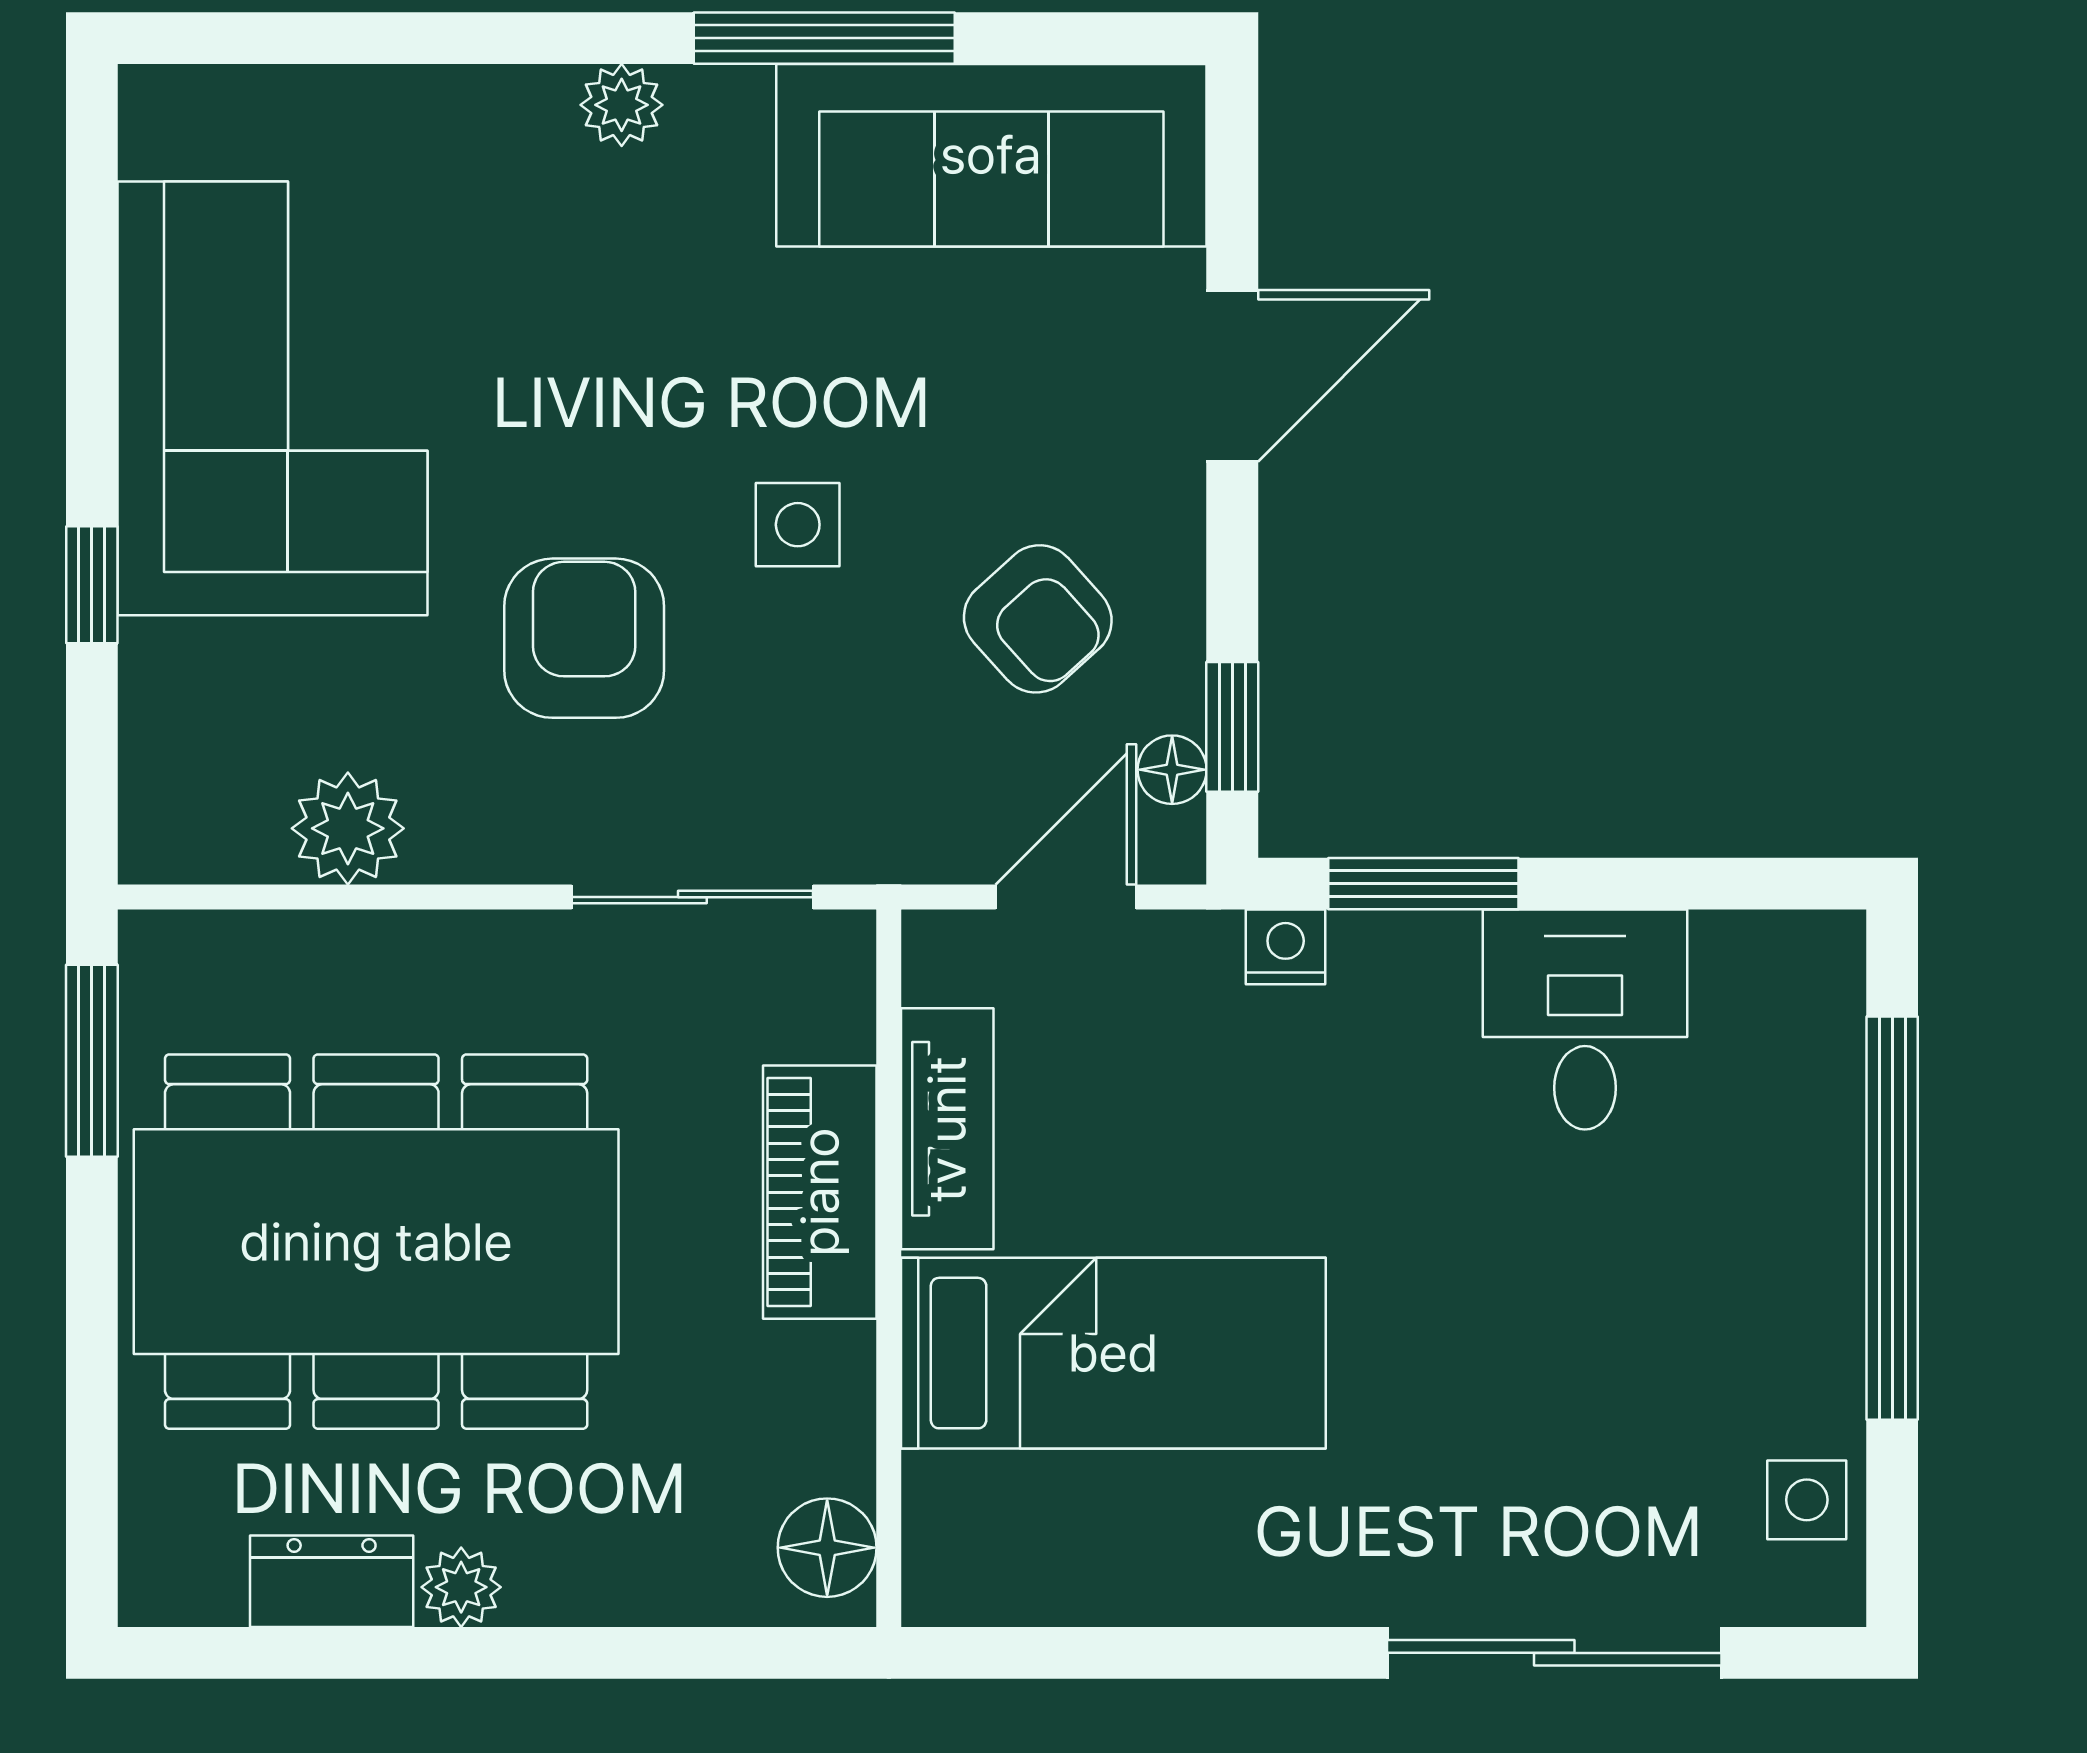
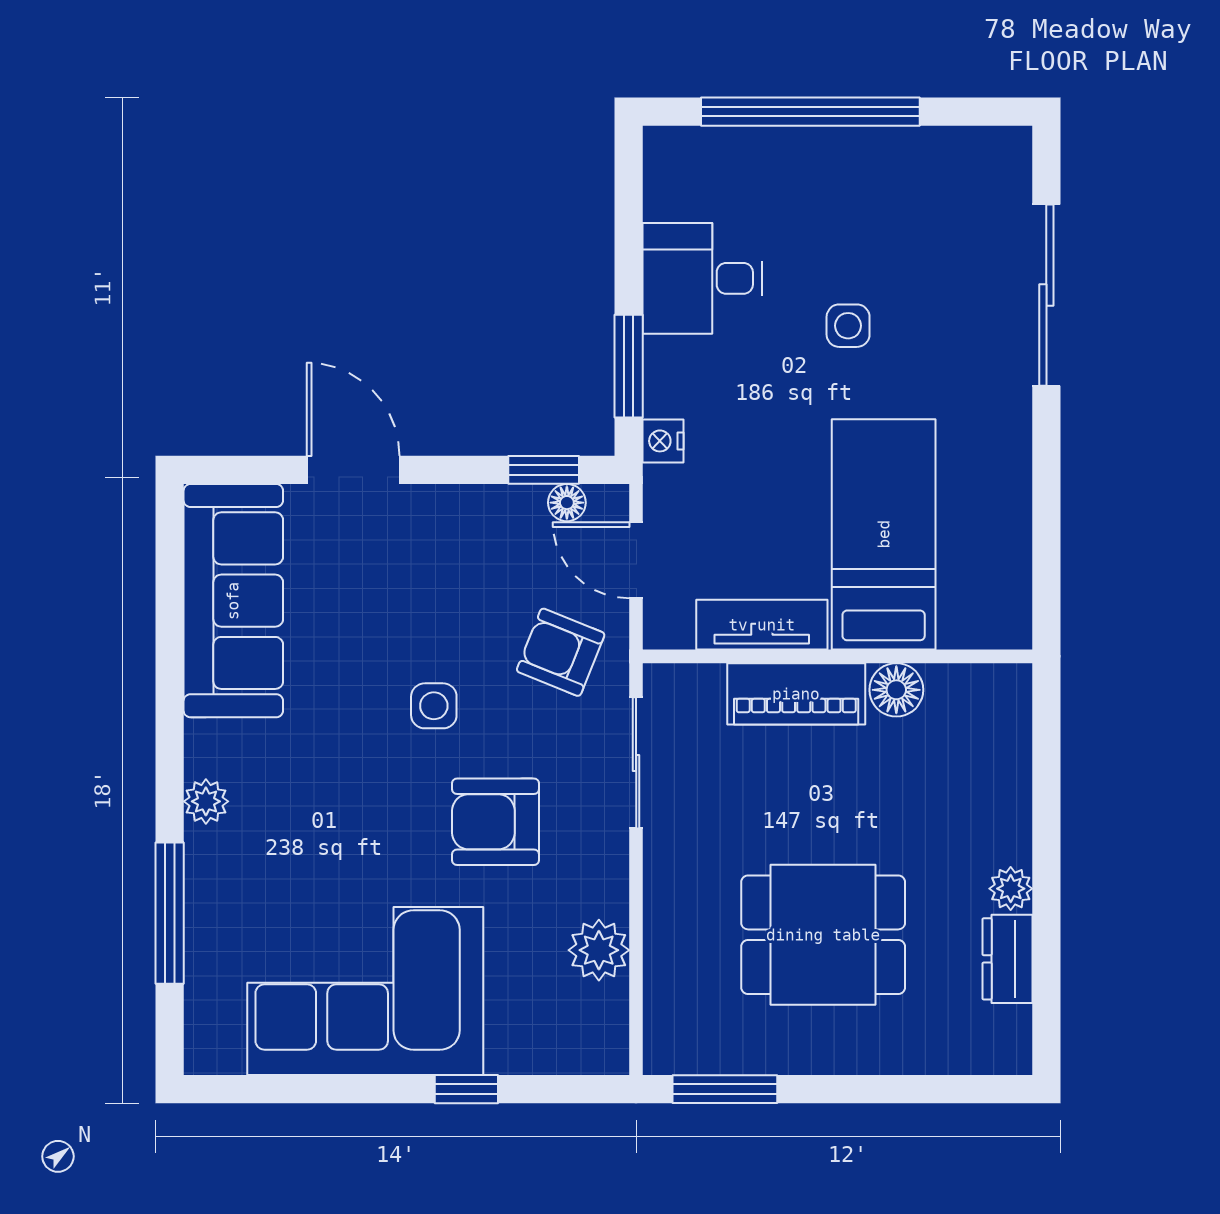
window: (824, 38) -> (170, 913), moved
armchair: (1038, 619) -> (561, 652), moved, turned -116
dining table: (376, 1242) -> (823, 935), width x0.53, depth x0.80
side table: (1807, 1500) -> (848, 326), moved
floor lamp: (827, 1548) -> (896, 690), moved

